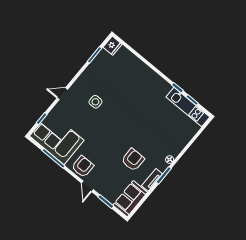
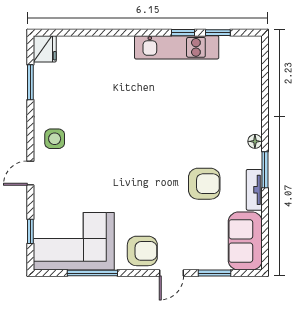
side table: (95, 102) -> (55, 139), moved
kitchen unit: (188, 107) -> (177, 47), moved
armchair: (133, 160) -> (204, 184), turned 90
armchair: (83, 167) -> (142, 251), turned 90
door: (87, 186) -> (171, 273), hinge flipped

